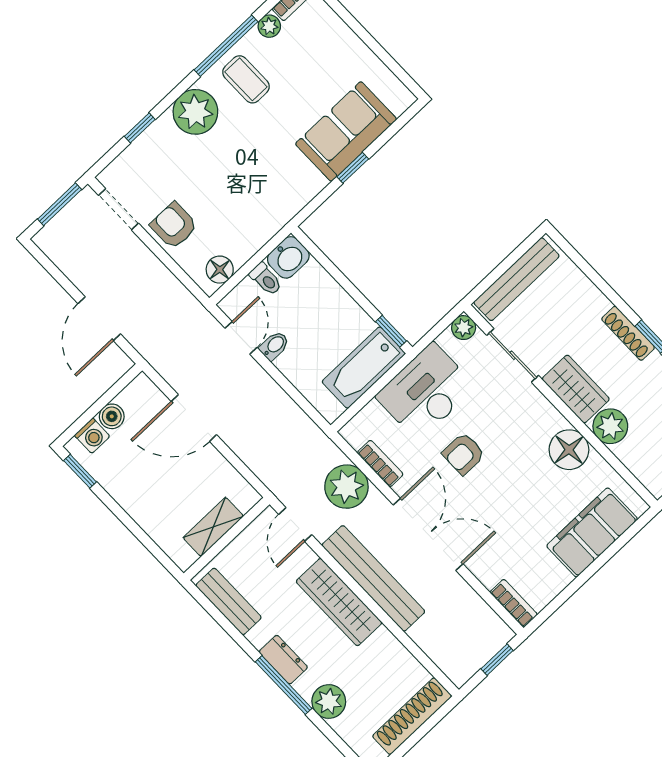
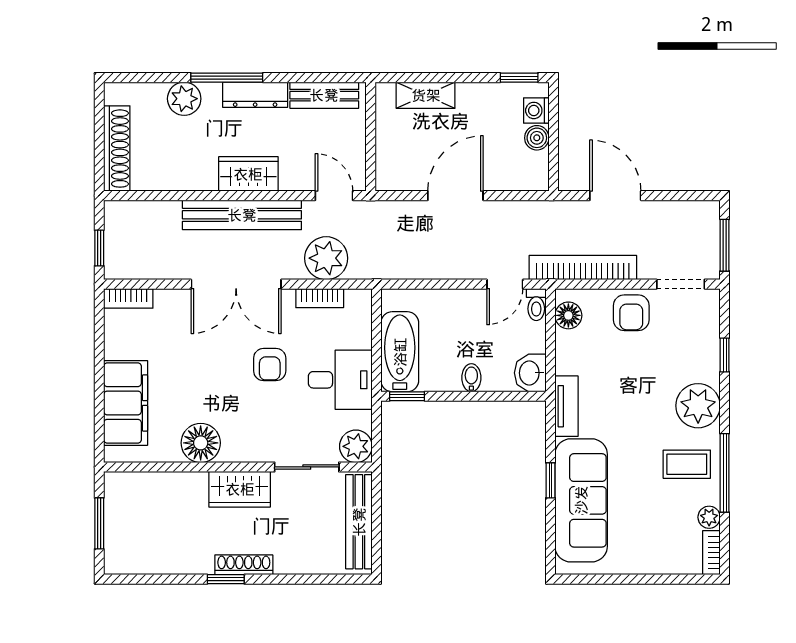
sofa: (346, 131) -> (581, 500), width x1.36
tv unit: (287, 208) -> (566, 406), added
armchair: (174, 226) -> (631, 313), turned 90
toilet: (266, 279) -> (536, 305), moved, turned -90
bookcase: (174, 292) -> (583, 267), added
plant: (464, 328) -> (356, 446), width x1.38, depth x1.38
door: (241, 338) -> (505, 284), hinge flipped
bidet: (274, 346) -> (471, 378), moved, turned 180
desk: (426, 392) -> (340, 380), width x0.73
door: (194, 418) -> (455, 196), moved
plant: (610, 426) -> (189, 489), removed
armchair: (464, 454) -> (270, 365), turned 180
shelving: (213, 527) -> (426, 95), moved, turned 90
wardrobe: (339, 602) -> (248, 174), width x0.67
dresser: (283, 660) -> (255, 95), width x1.44

